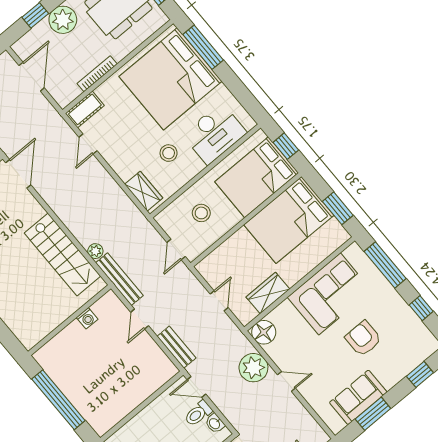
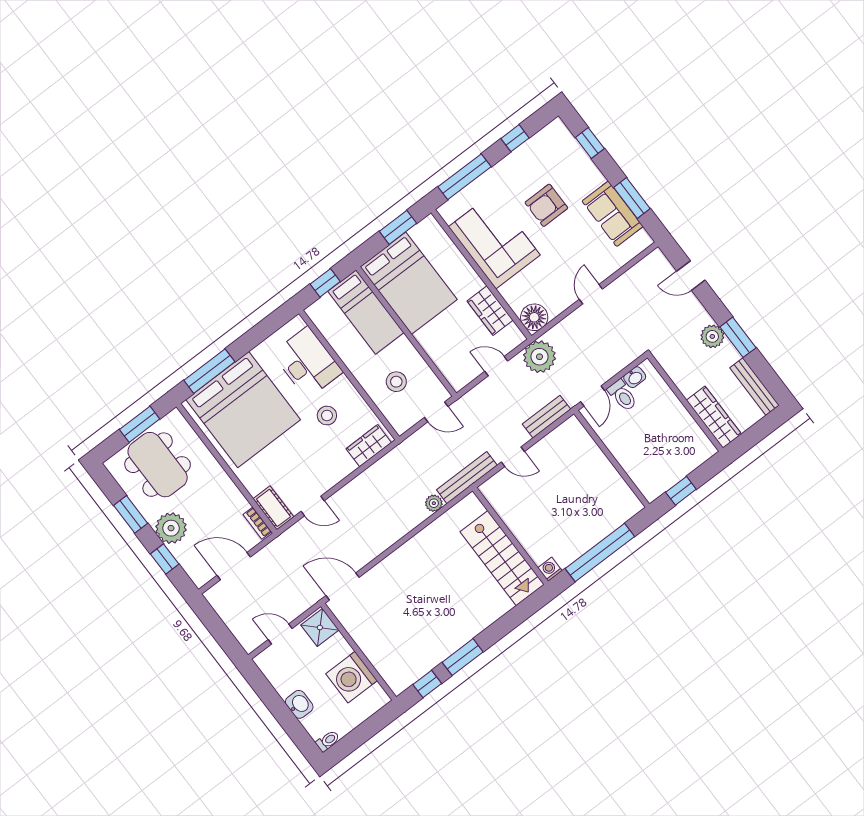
bookcase: (97, 74) -> (257, 523), moved, width x0.64
bed: (257, 177) -> (366, 312), width x0.67
stairs: (63, 255) -> (502, 558), moved, turned 90
washing machine: (87, 318) -> (550, 569), moved, turned -90
plant: (253, 368) -> (540, 357), moved

